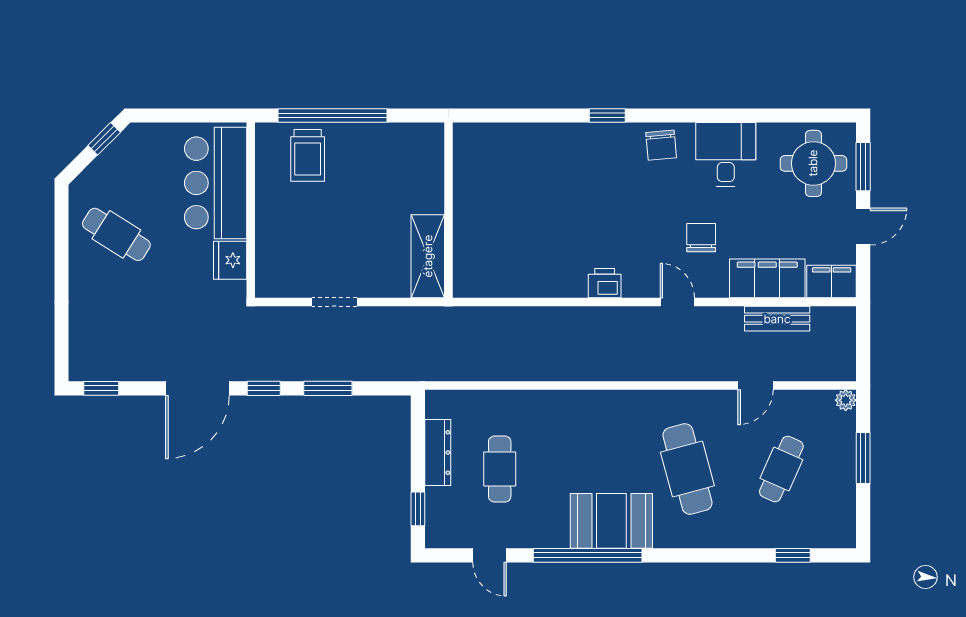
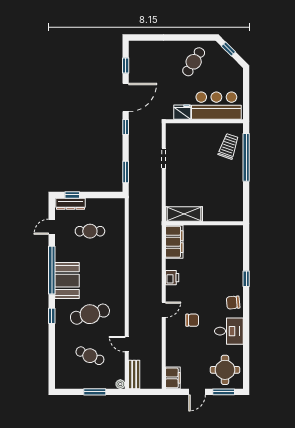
window: (104, 139) -> (228, 49), moved
trolley: (308, 155) -> (229, 146), turned 109
wall: (448, 210) -> (204, 223), moved
door: (863, 227) -> (197, 392), hinge flipped
shelving: (428, 256) -> (184, 214), moved
filing cabinet: (767, 278) -> (174, 242), moved
bench: (777, 319) -> (134, 374), moved
window: (101, 388) -> (126, 65), moved
door: (197, 388) -> (126, 98), swing flipped
window: (328, 388) -> (126, 172), moved
dresser: (438, 452) -> (70, 204), moved
window: (793, 555) -> (52, 316), moved

